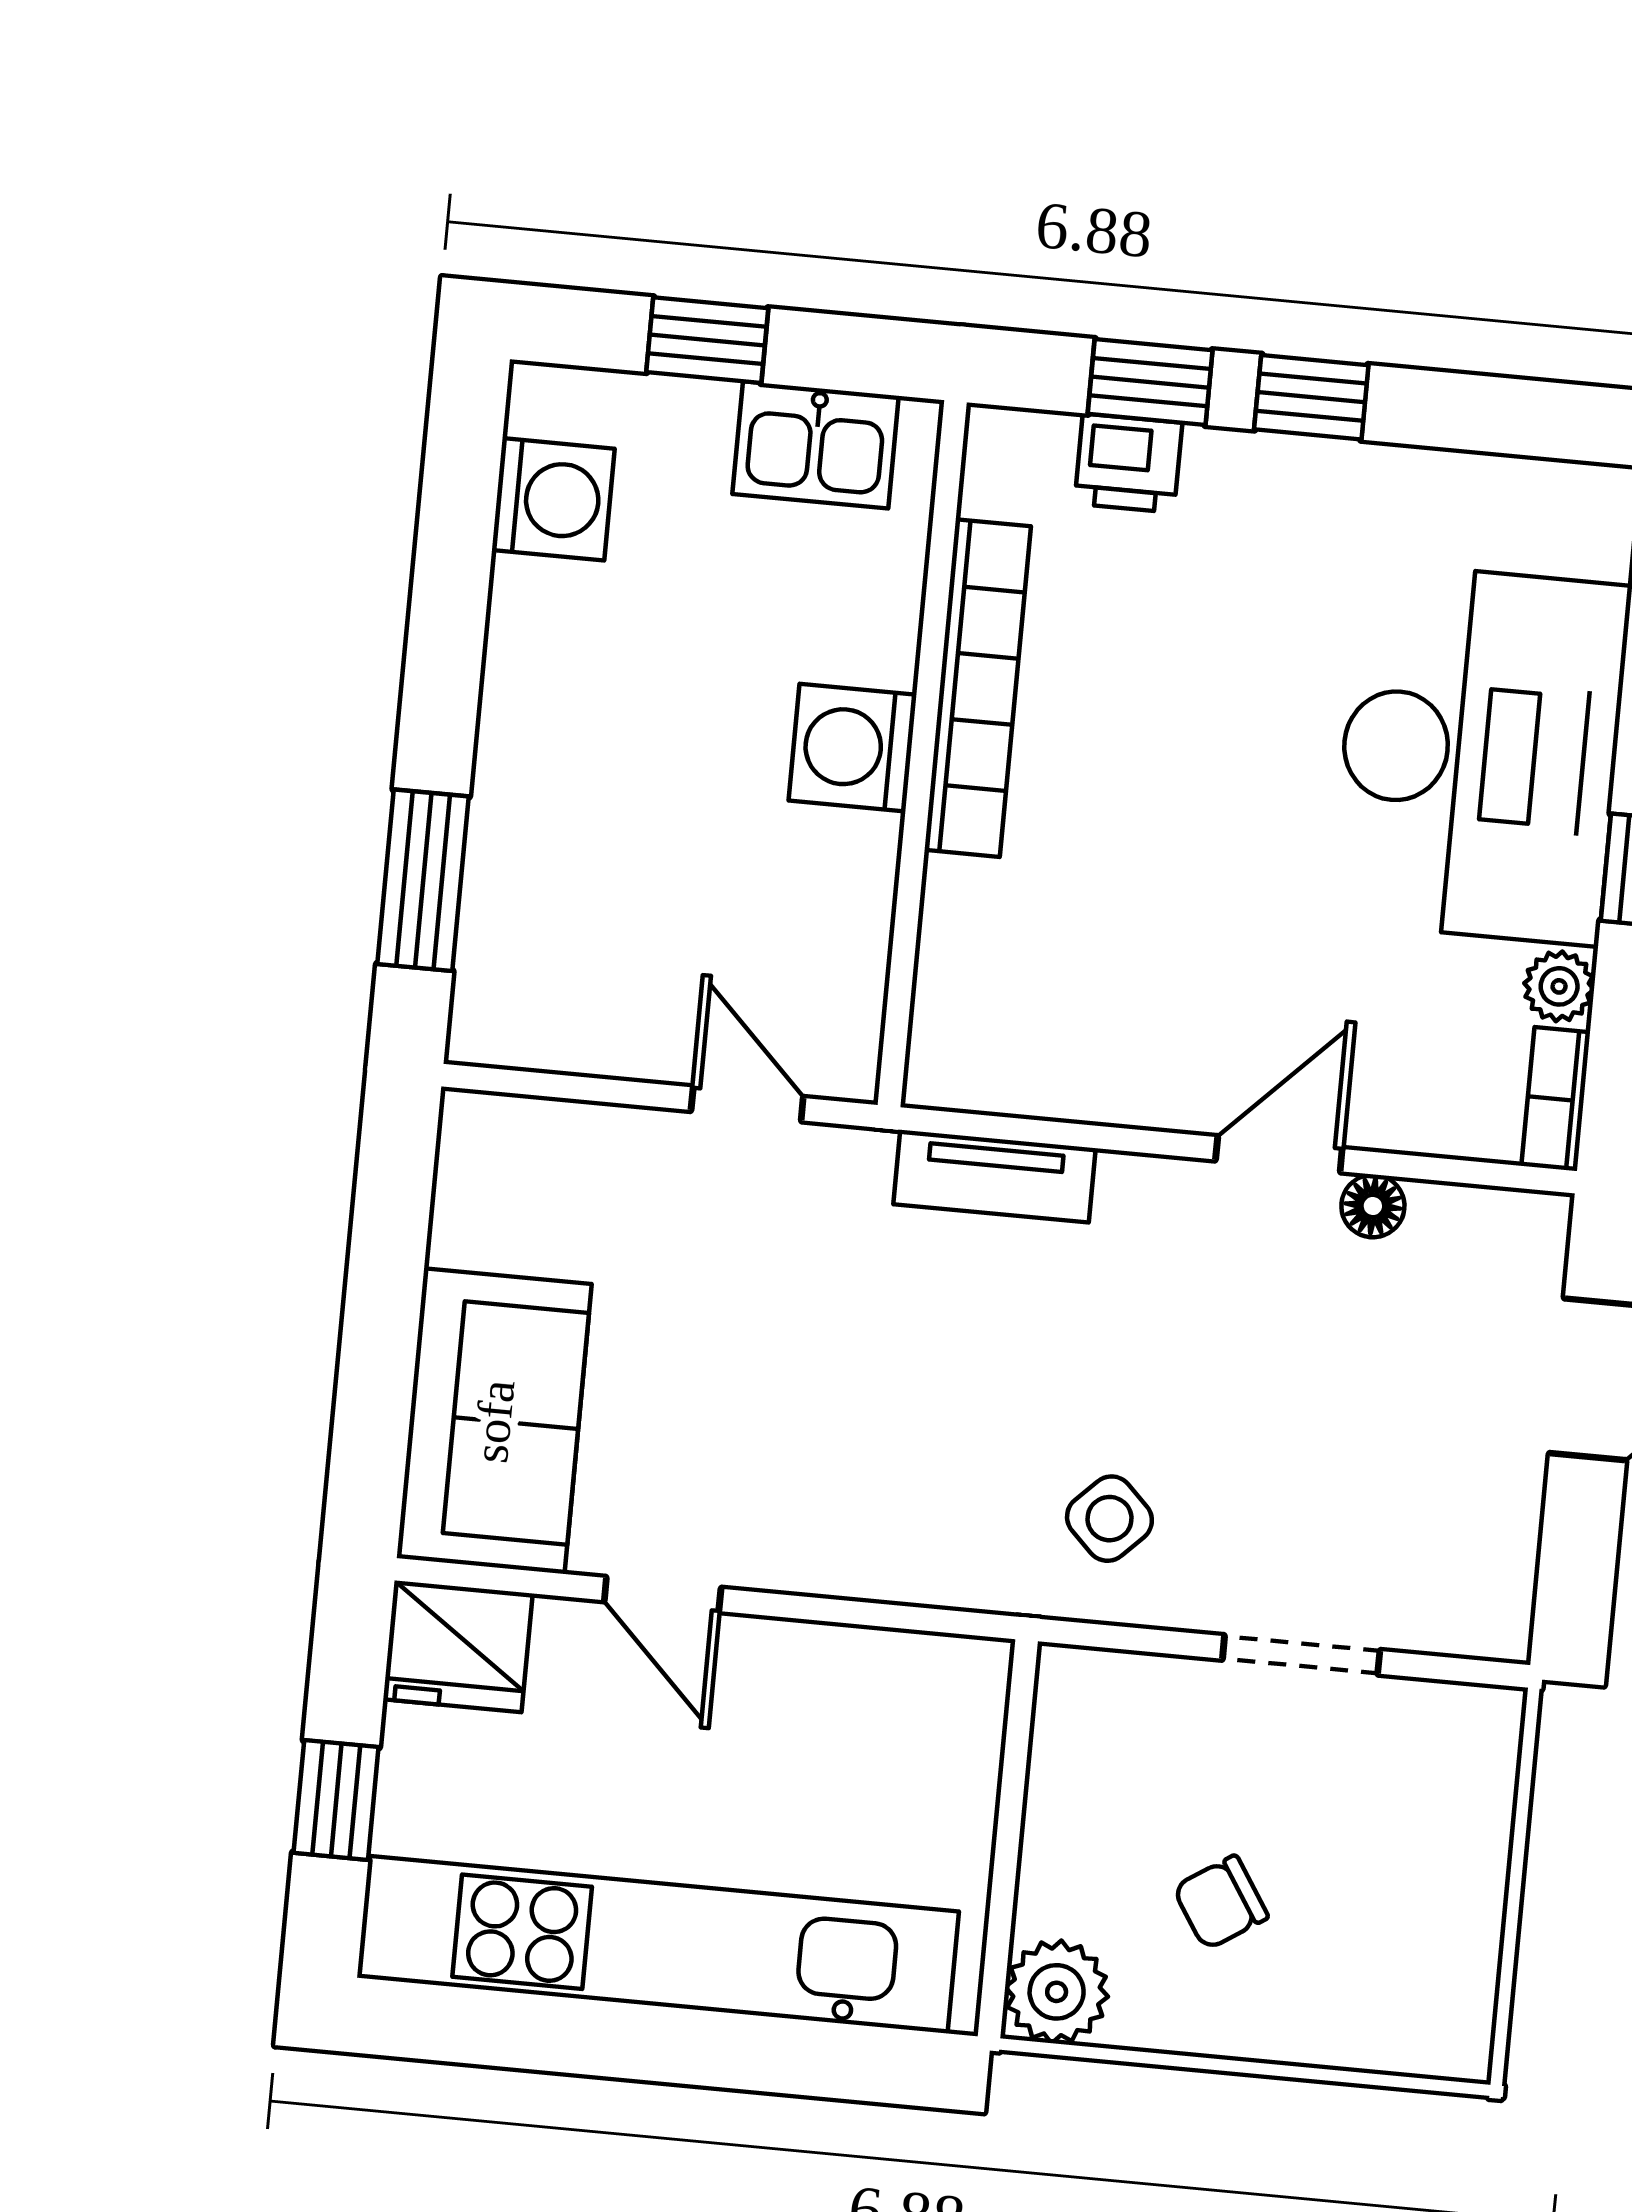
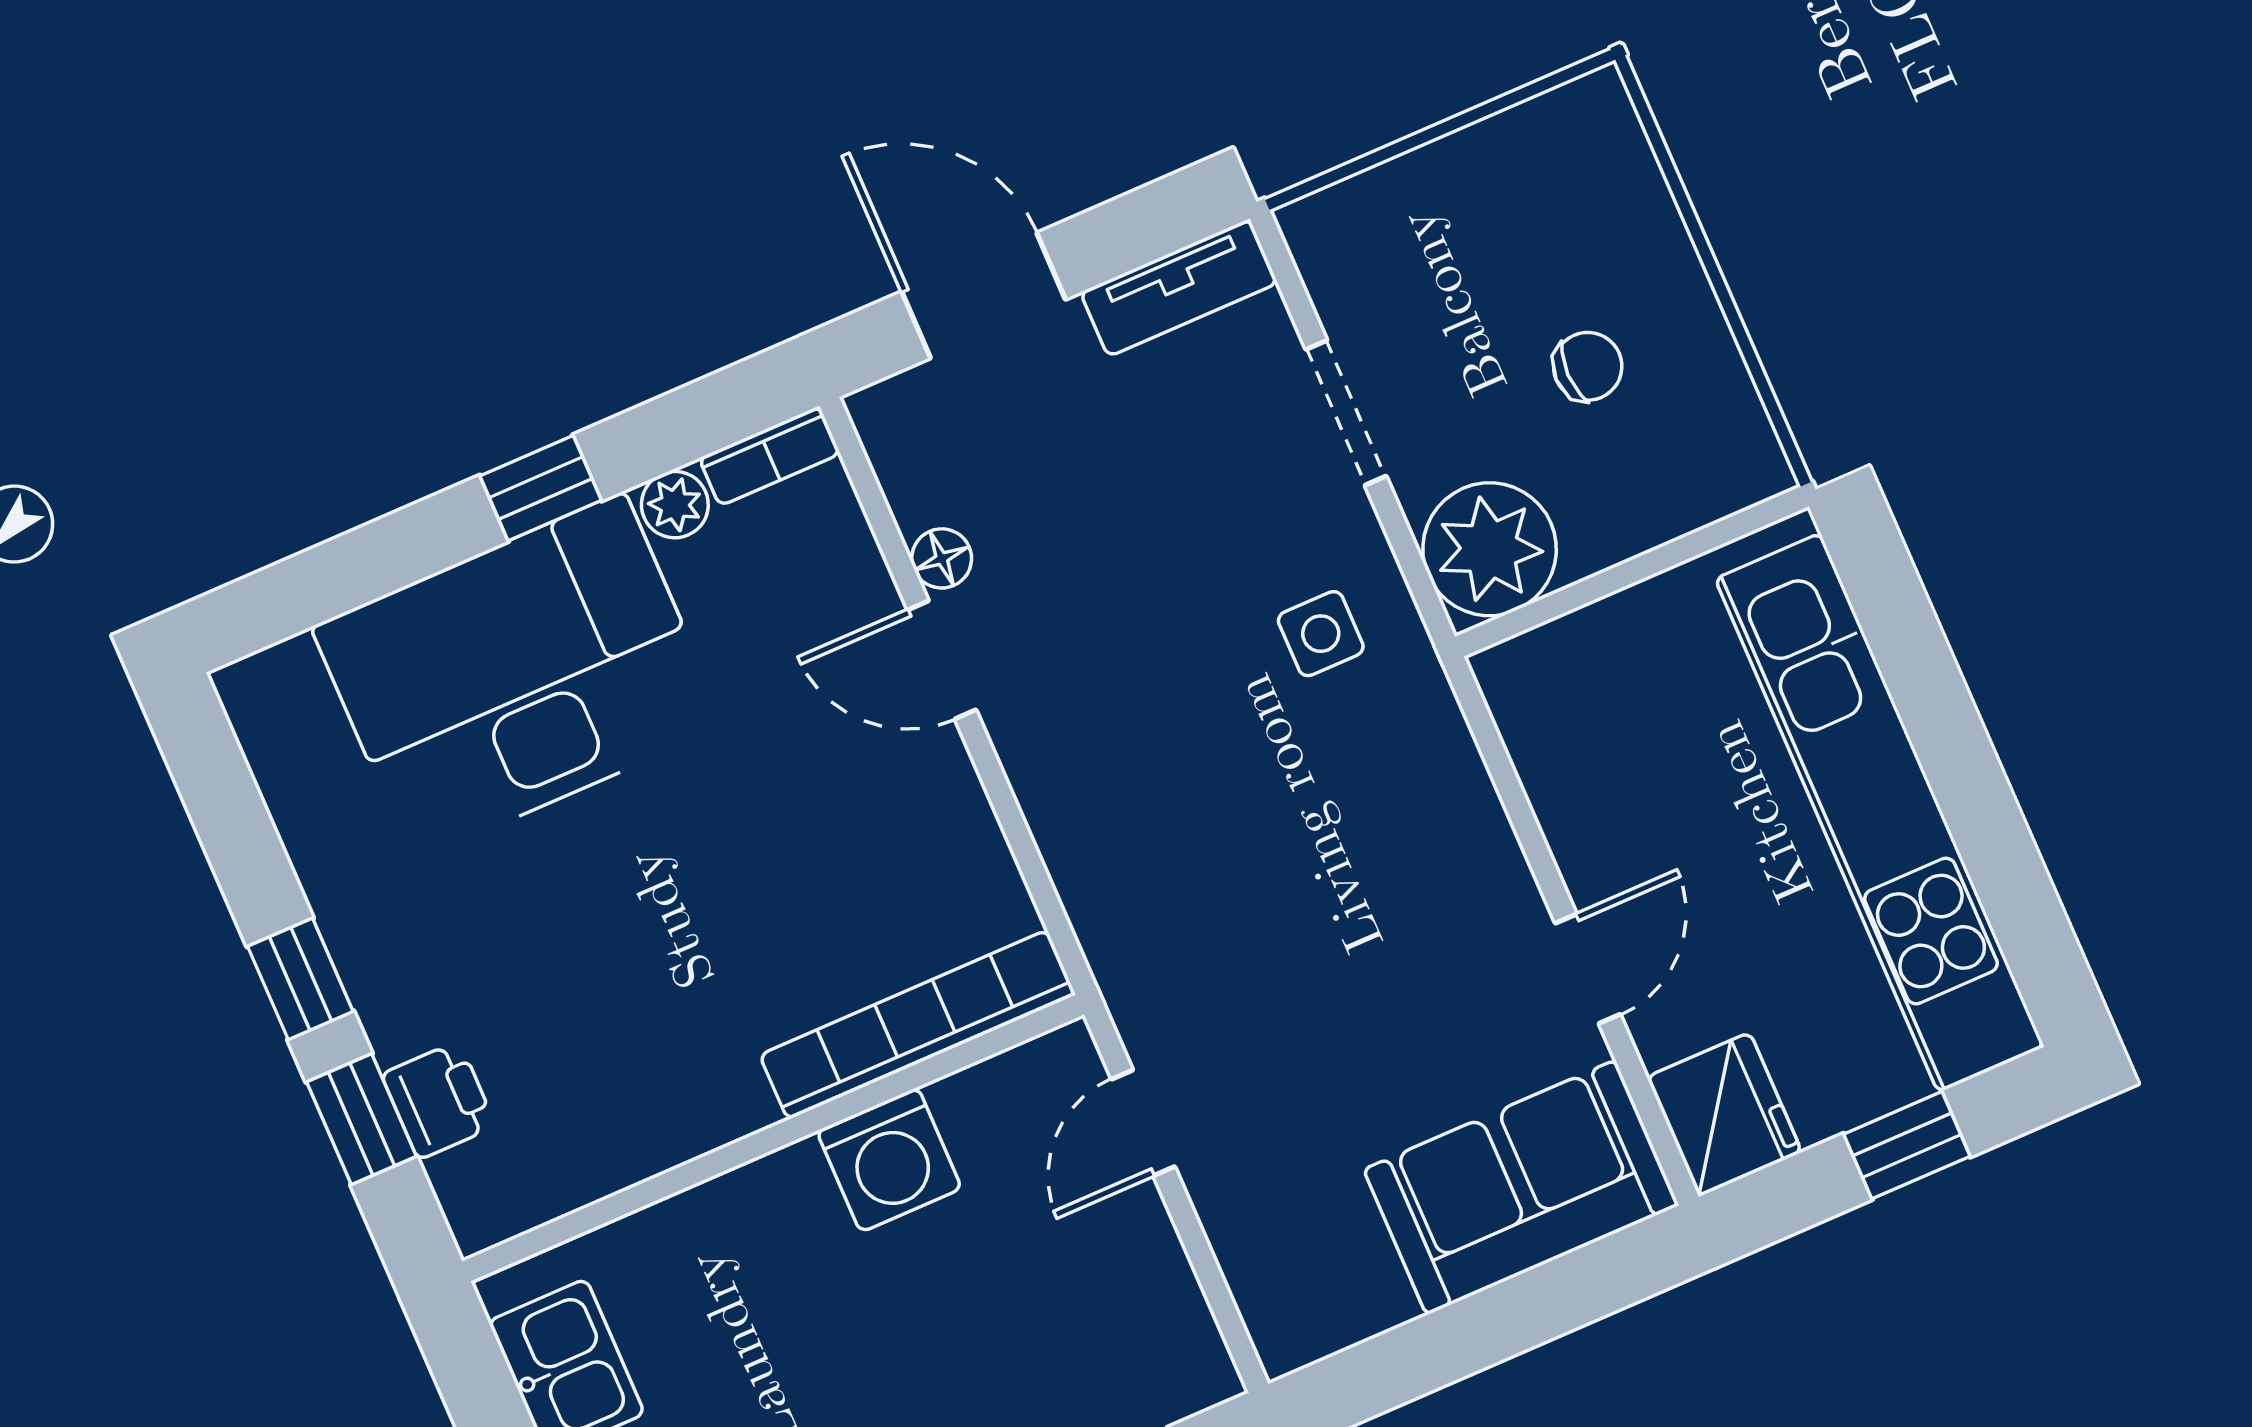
bookcase: (978, 688) -> (918, 1025), moved
washing machine: (853, 748) -> (889, 1160), moved
tv unit: (995, 1176) -> (1179, 288), moved, turned 90
side table: (1109, 1519) -> (1321, 634), turned 45
chair: (1221, 1902) -> (1588, 366), turned -57
plant: (1057, 1992) -> (1490, 549), moved, width x1.36, depth x1.36

